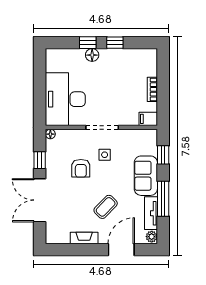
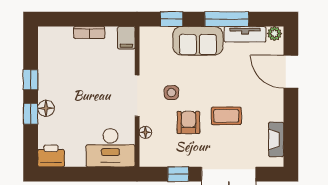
printer: (54, 59) -> (51, 156), added
desk: (65, 99) -> (110, 148), width x0.73, depth x0.77
floor lamp: (50, 134) -> (145, 132), moved
armchair: (81, 168) -> (188, 122), turned -90
coffee table: (106, 207) -> (226, 116), moved, turned -44
fireplace: (84, 238) -> (276, 139), moved

